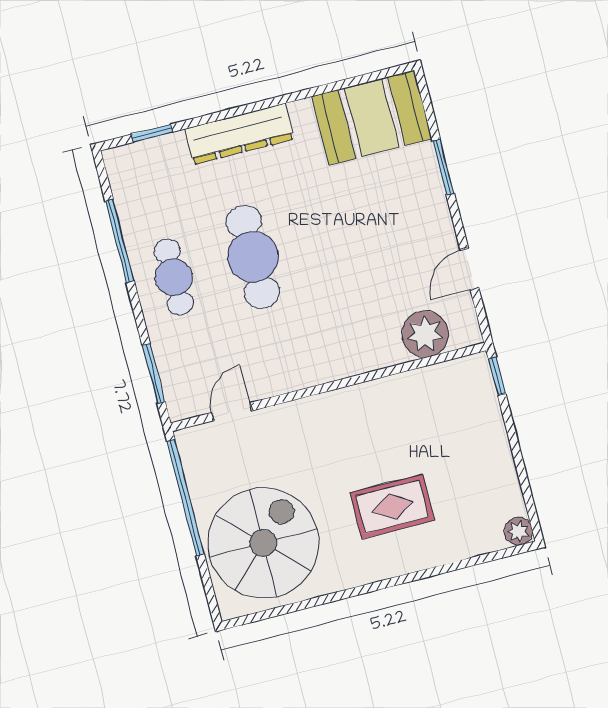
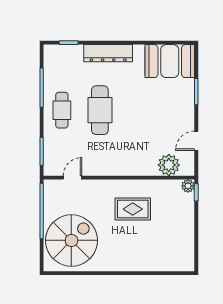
rug: (392, 507) -> (133, 209), moved
plant: (518, 531) -> (188, 186), moved

